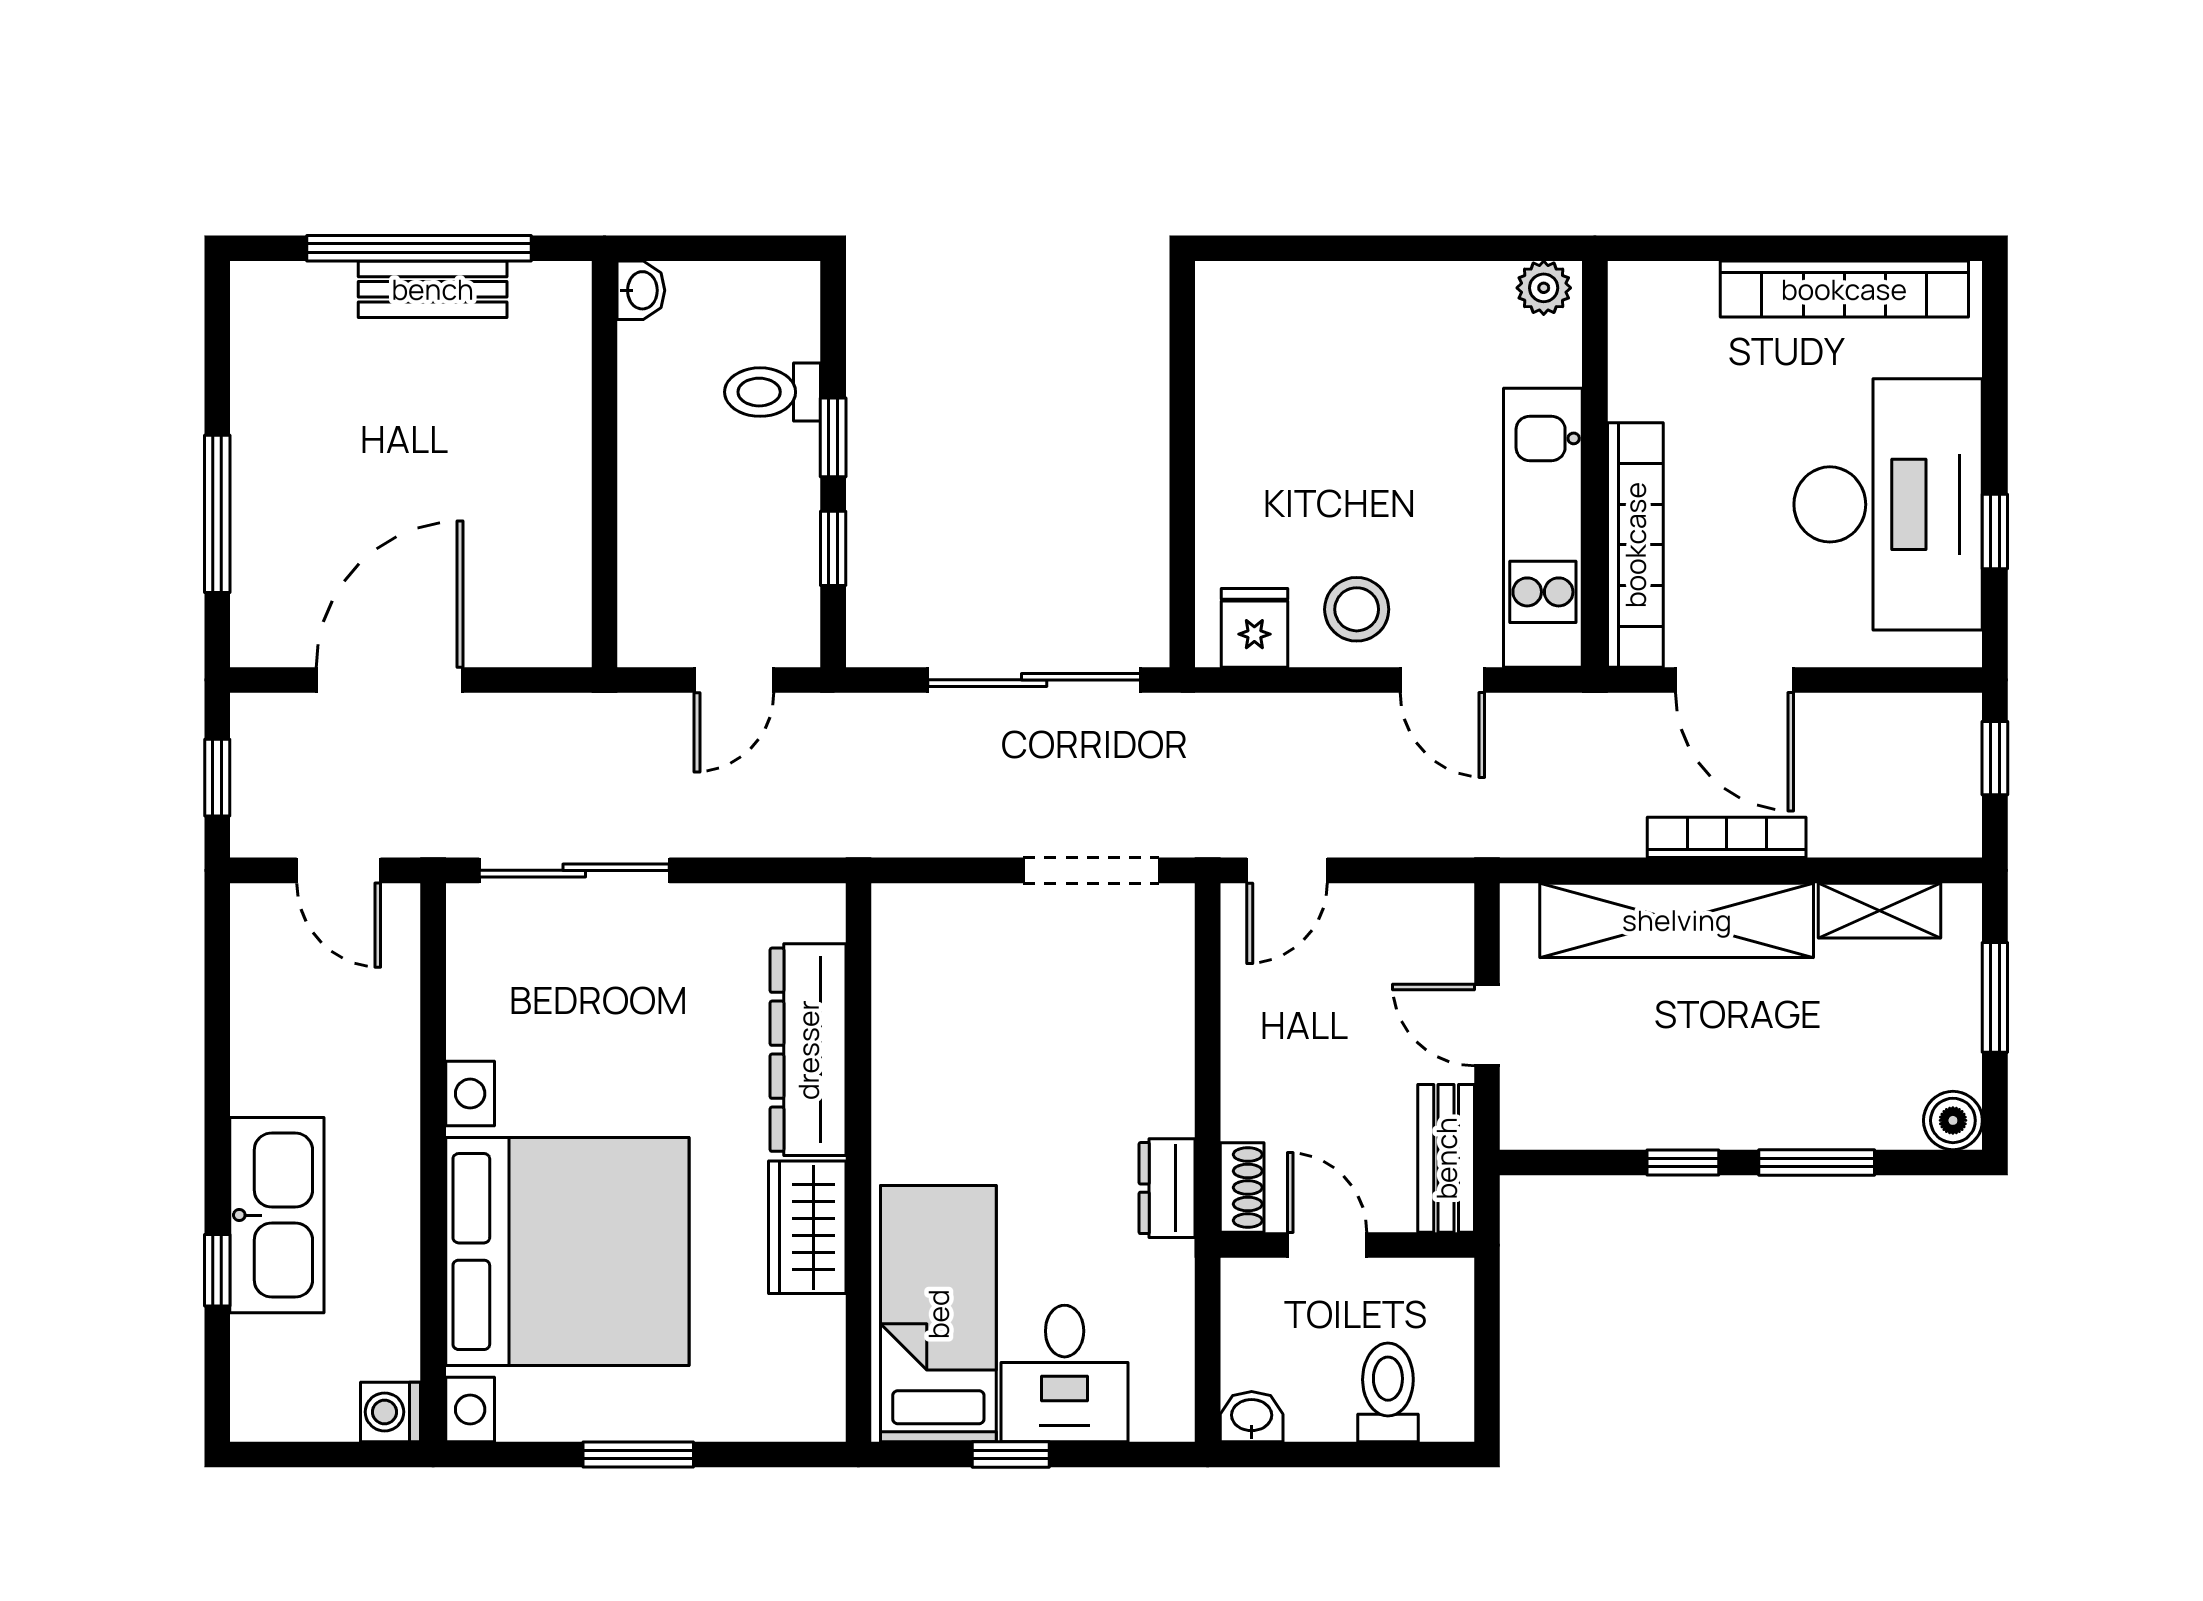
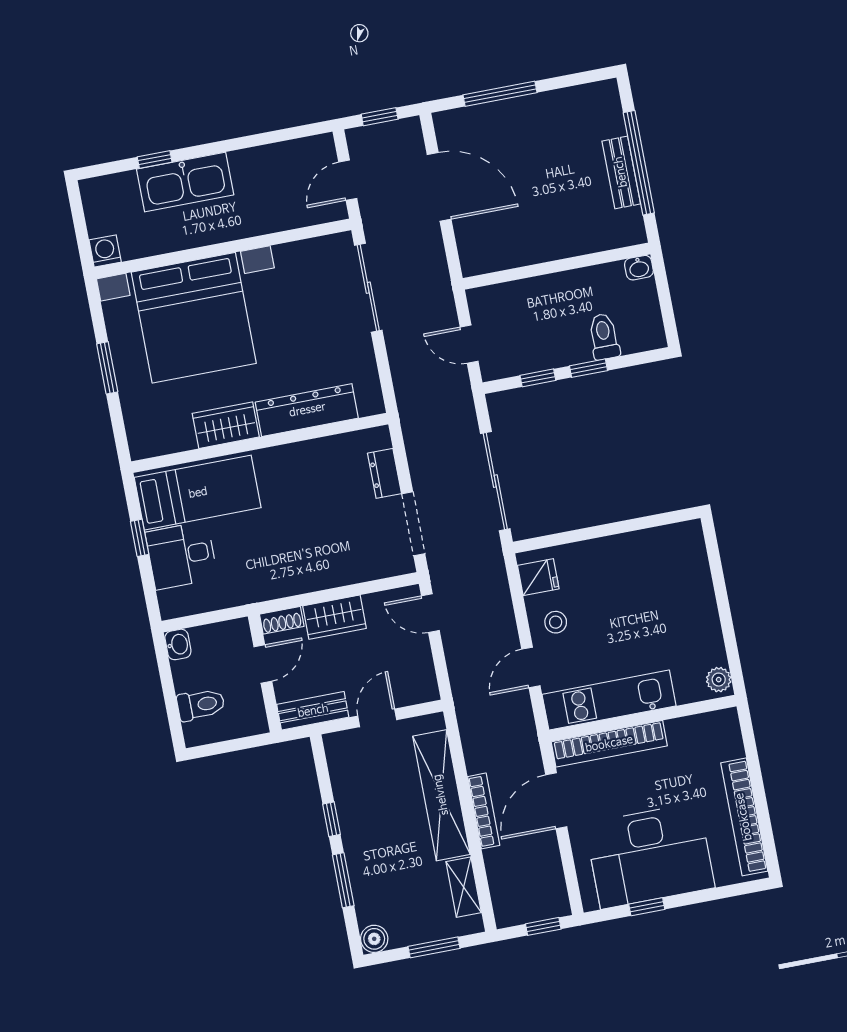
stool: (1357, 609) -> (556, 622), width x0.73, depth x0.73
wardrobe: (1257, 1075) -> (335, 617), added
dresser: (1167, 1188) -> (385, 473), moved, turned -90

